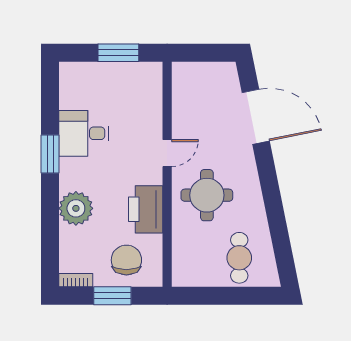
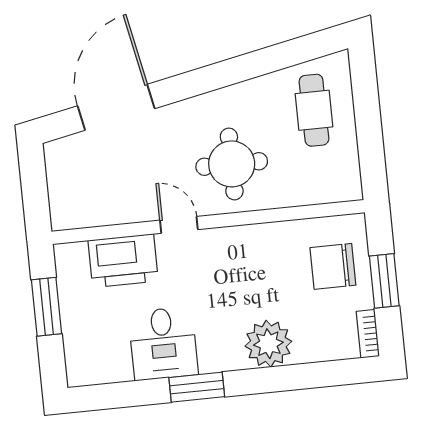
printer: (146, 209) -> (123, 261), moved
cafe table: (239, 258) -> (314, 110), turned 90

